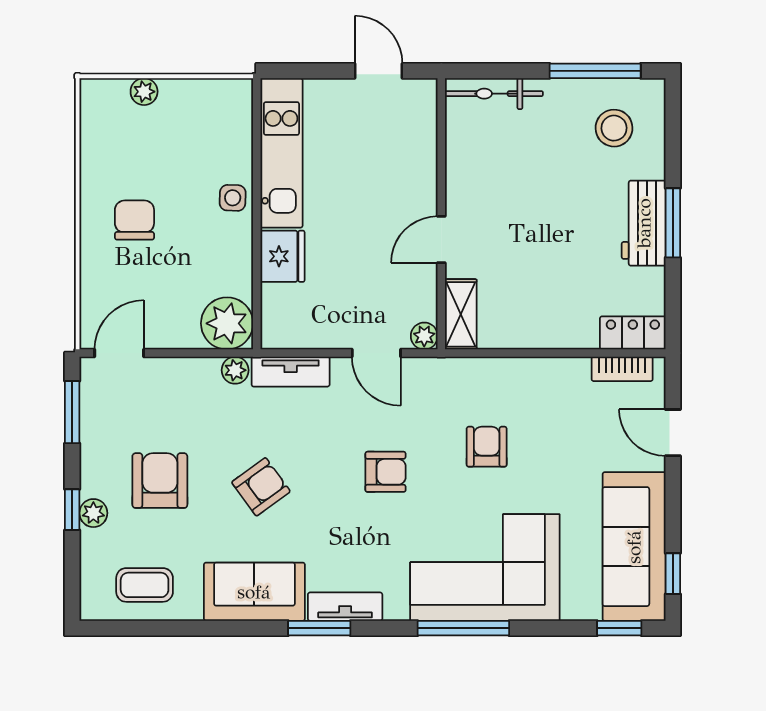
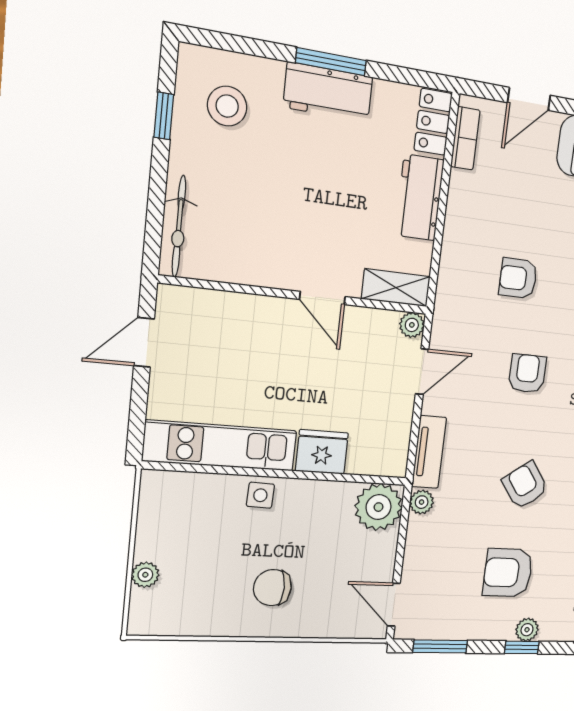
window: (595, 71) -> (164, 116), width x0.46
workbench: (556, 328) -> (420, 197), added

